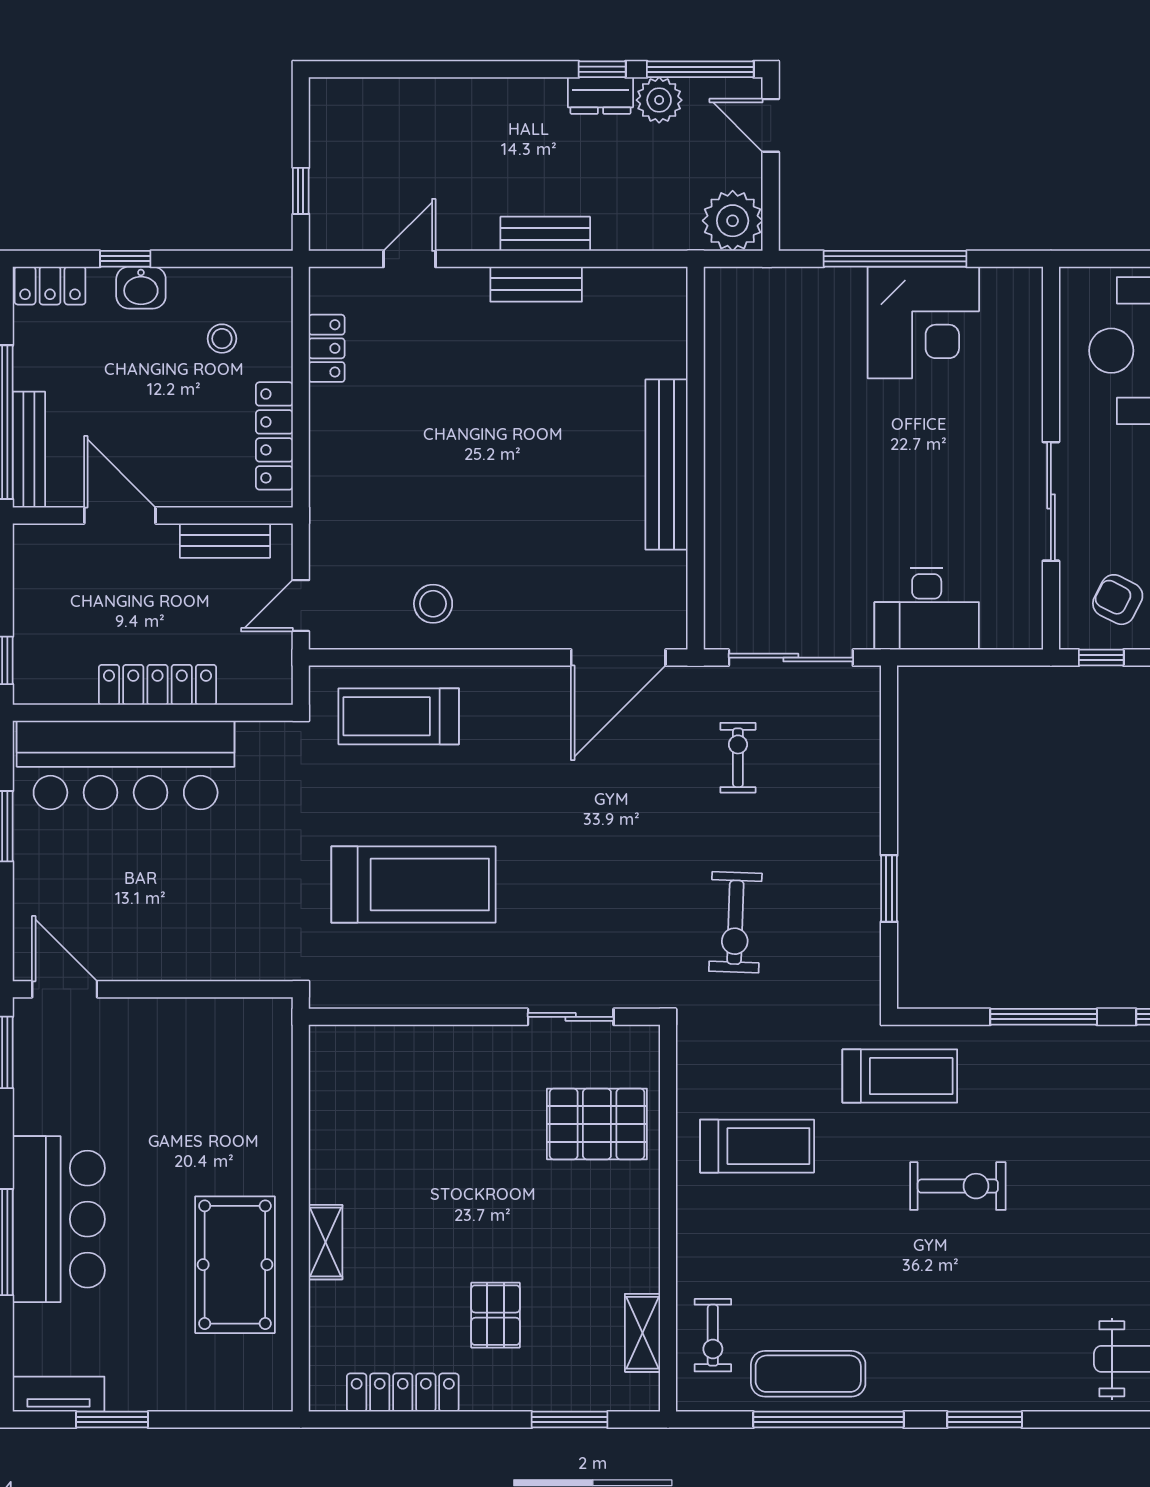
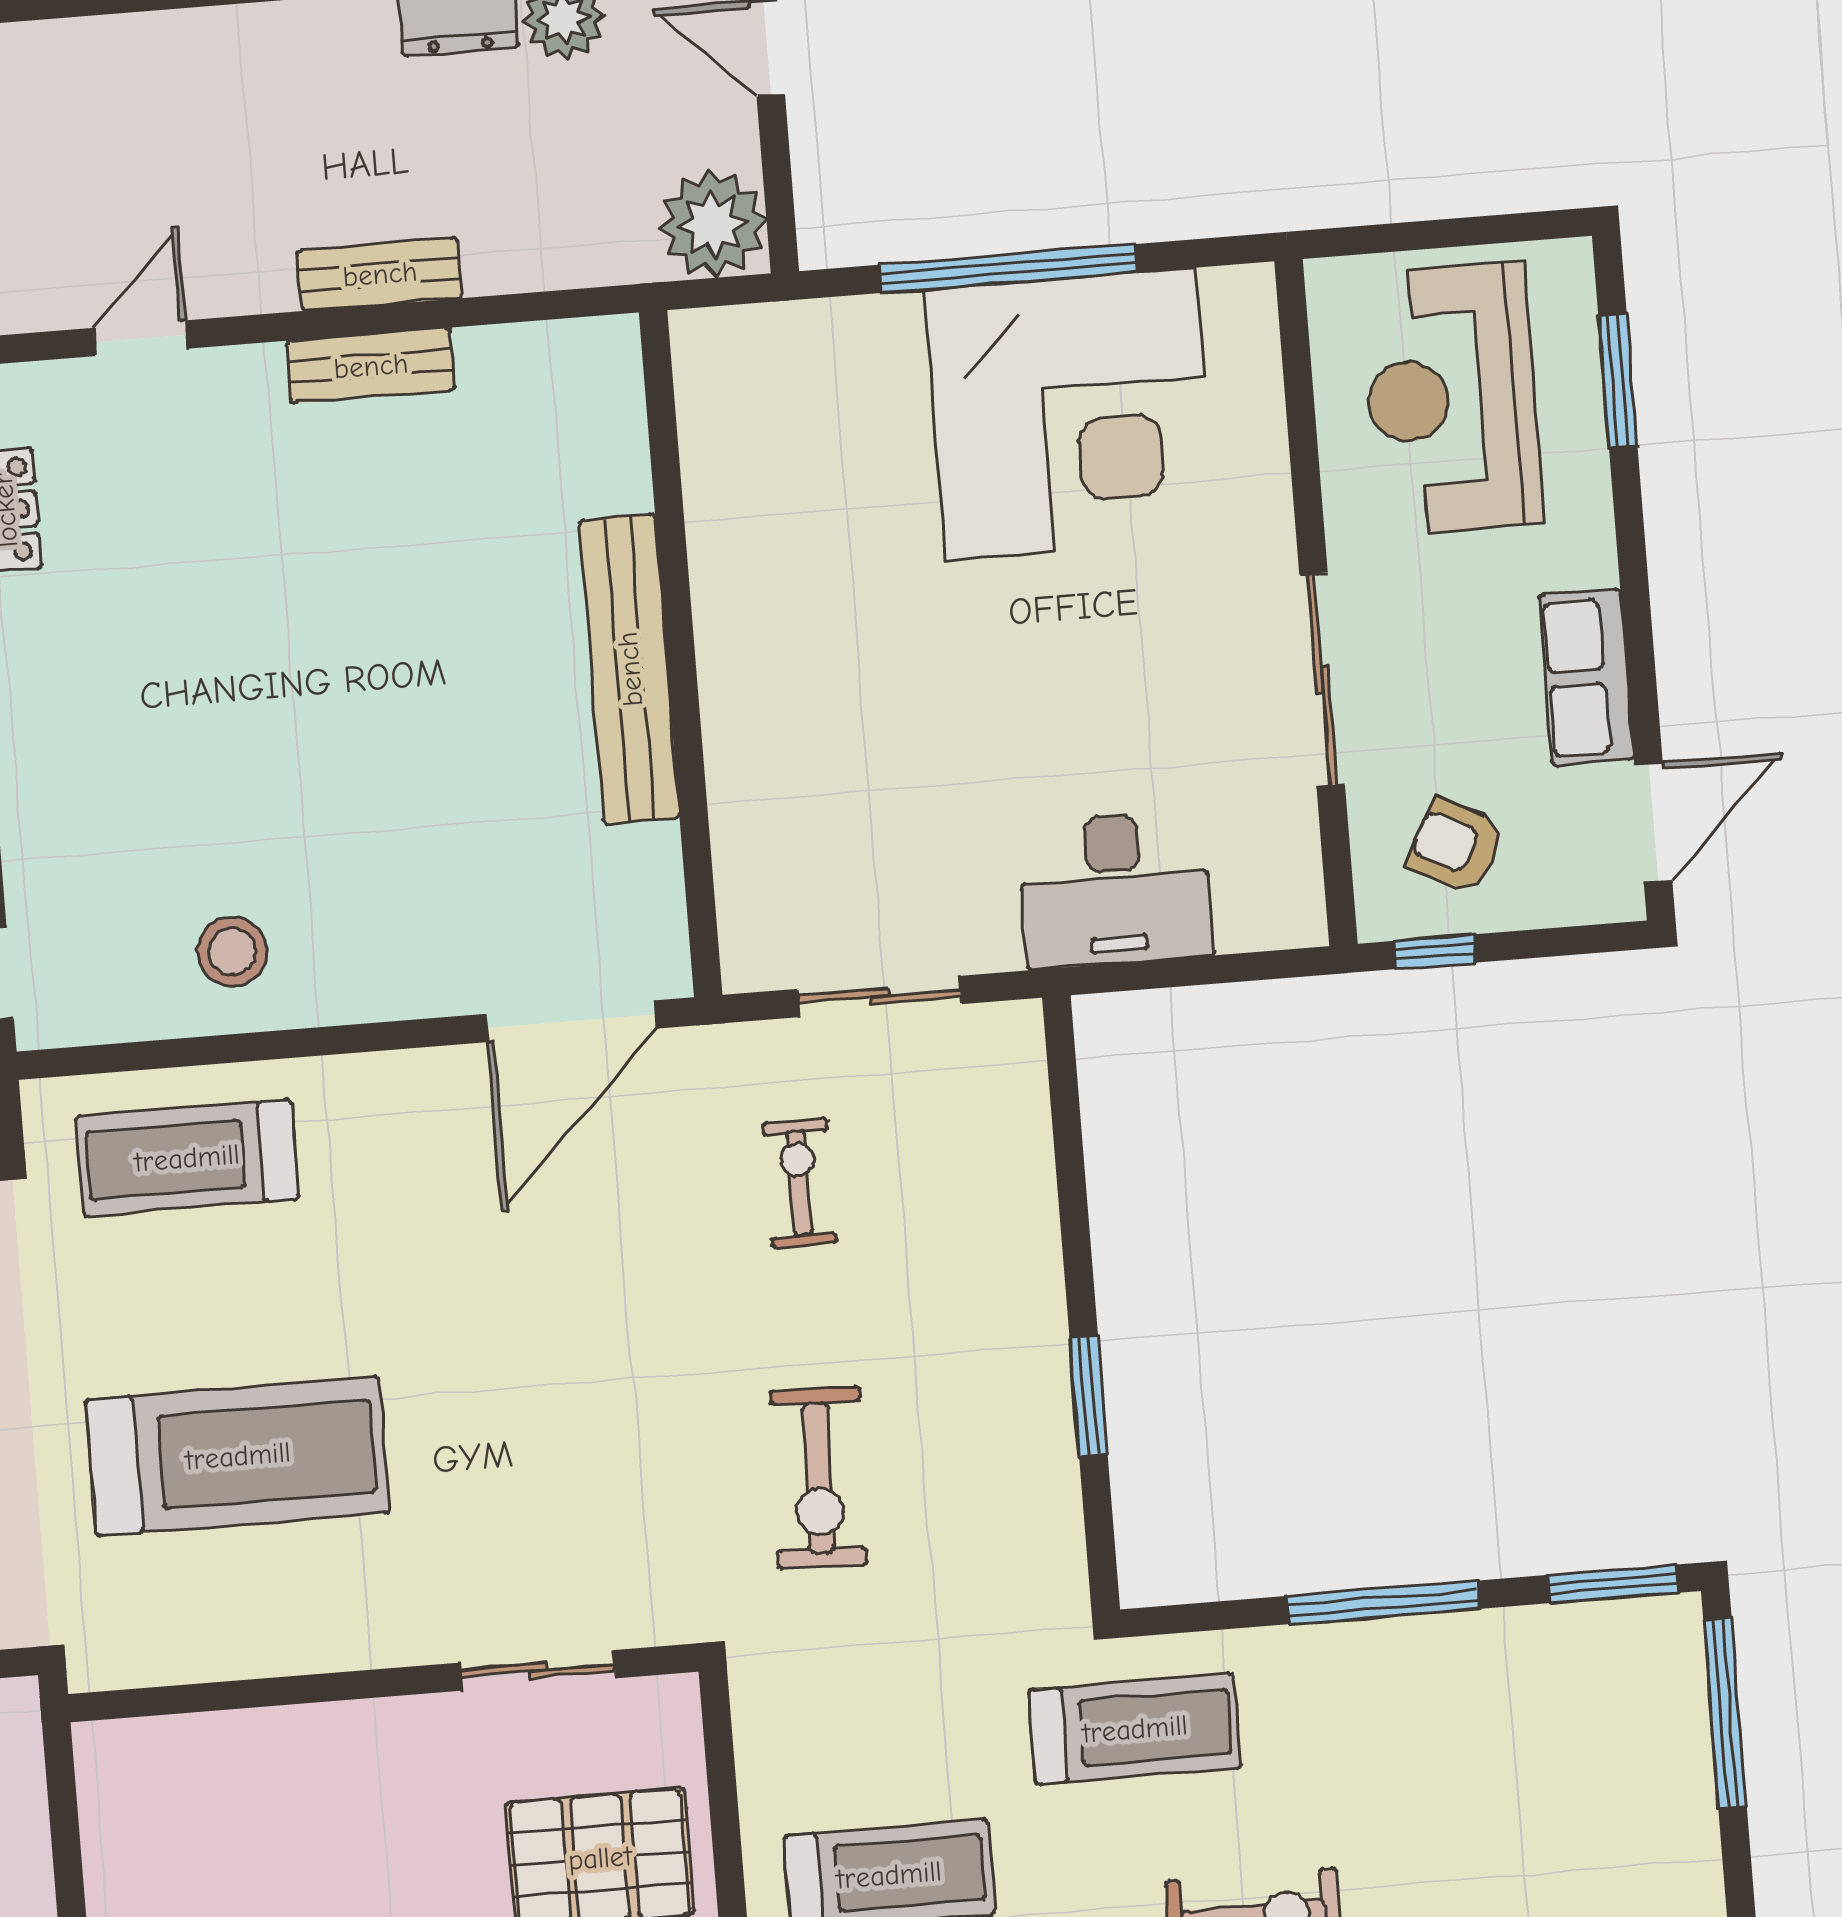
corner desk: (923, 322) -> (1071, 414), width x1.36, depth x1.36
sliding door: (791, 658) -> (880, 996), width x0.73

